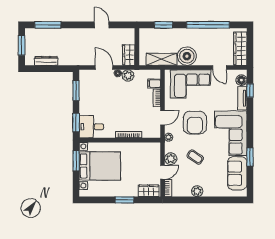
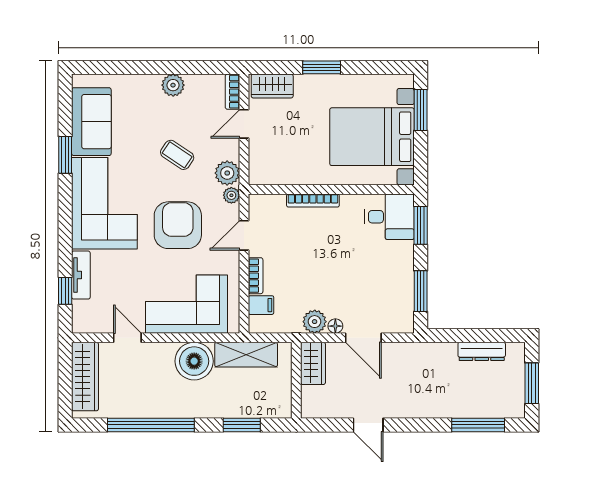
floor lamp: (241, 80) -> (83, 312), removed
plant: (171, 159) -> (227, 173), moved
window: (76, 161) -> (421, 110), moved

